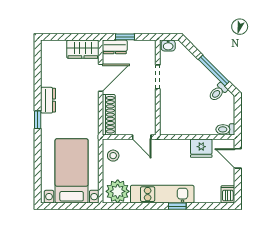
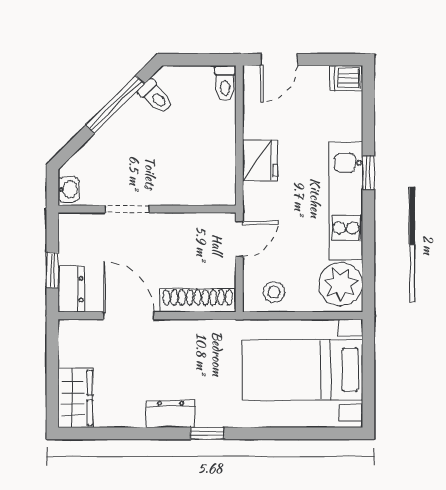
wardrobe: (83, 49) -> (75, 398), moved
fridge: (201, 148) -> (260, 160), moved

